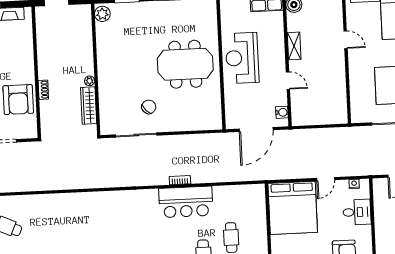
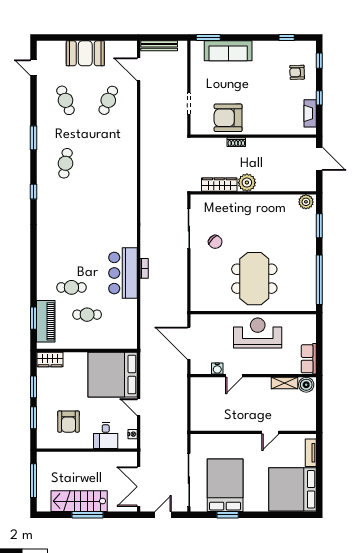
shelving: (294, 46) -> (285, 383), moved
plant: (90, 81) -> (247, 183), width x1.88, depth x1.88
water cooler: (282, 112) -> (217, 369), moved

